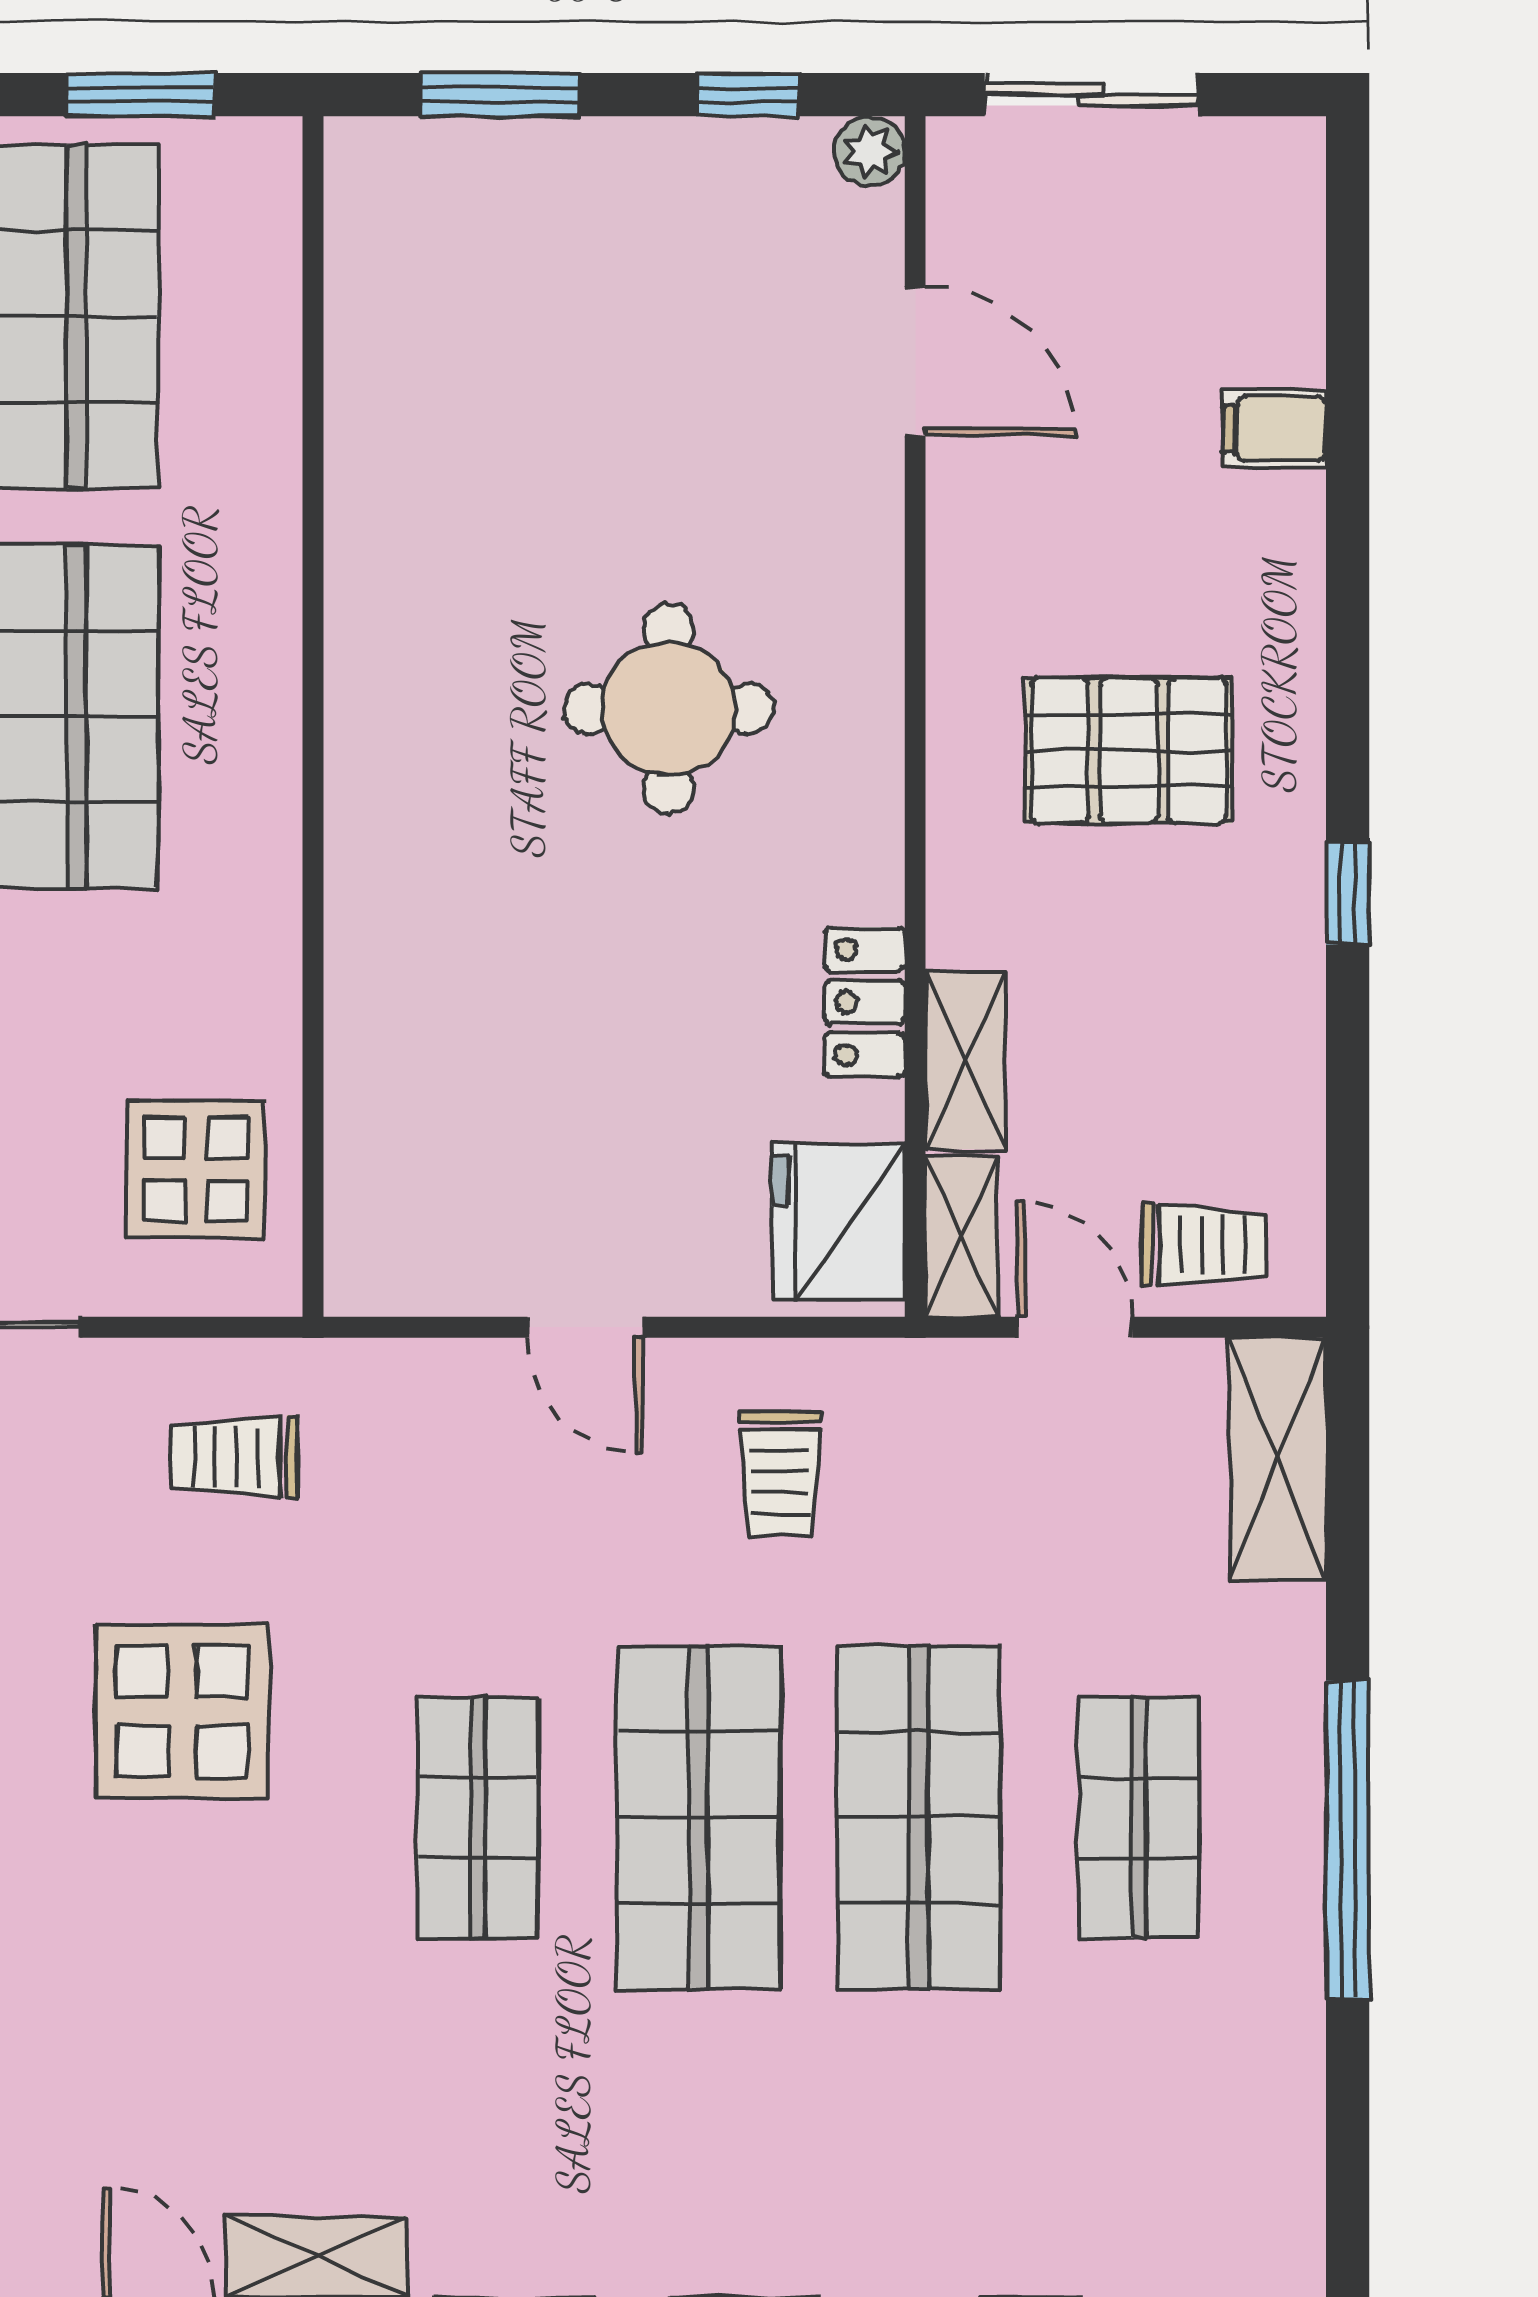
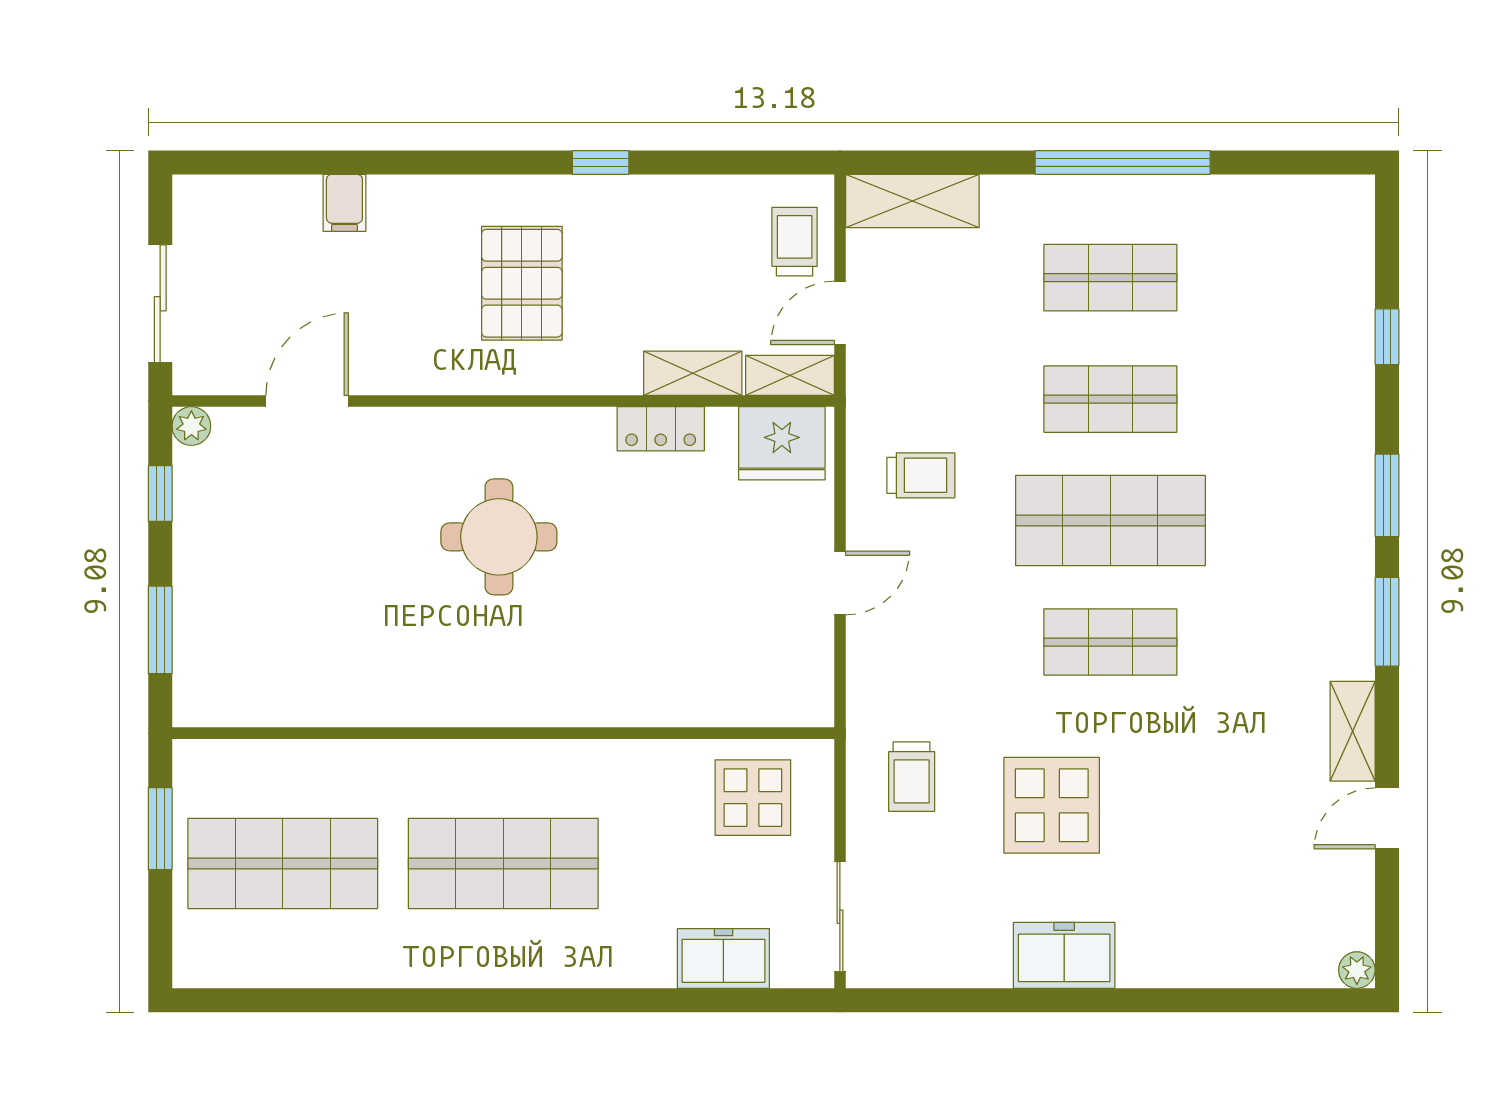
shop shelf: (919, 1817) -> (1110, 399), width x0.70, depth x0.74

